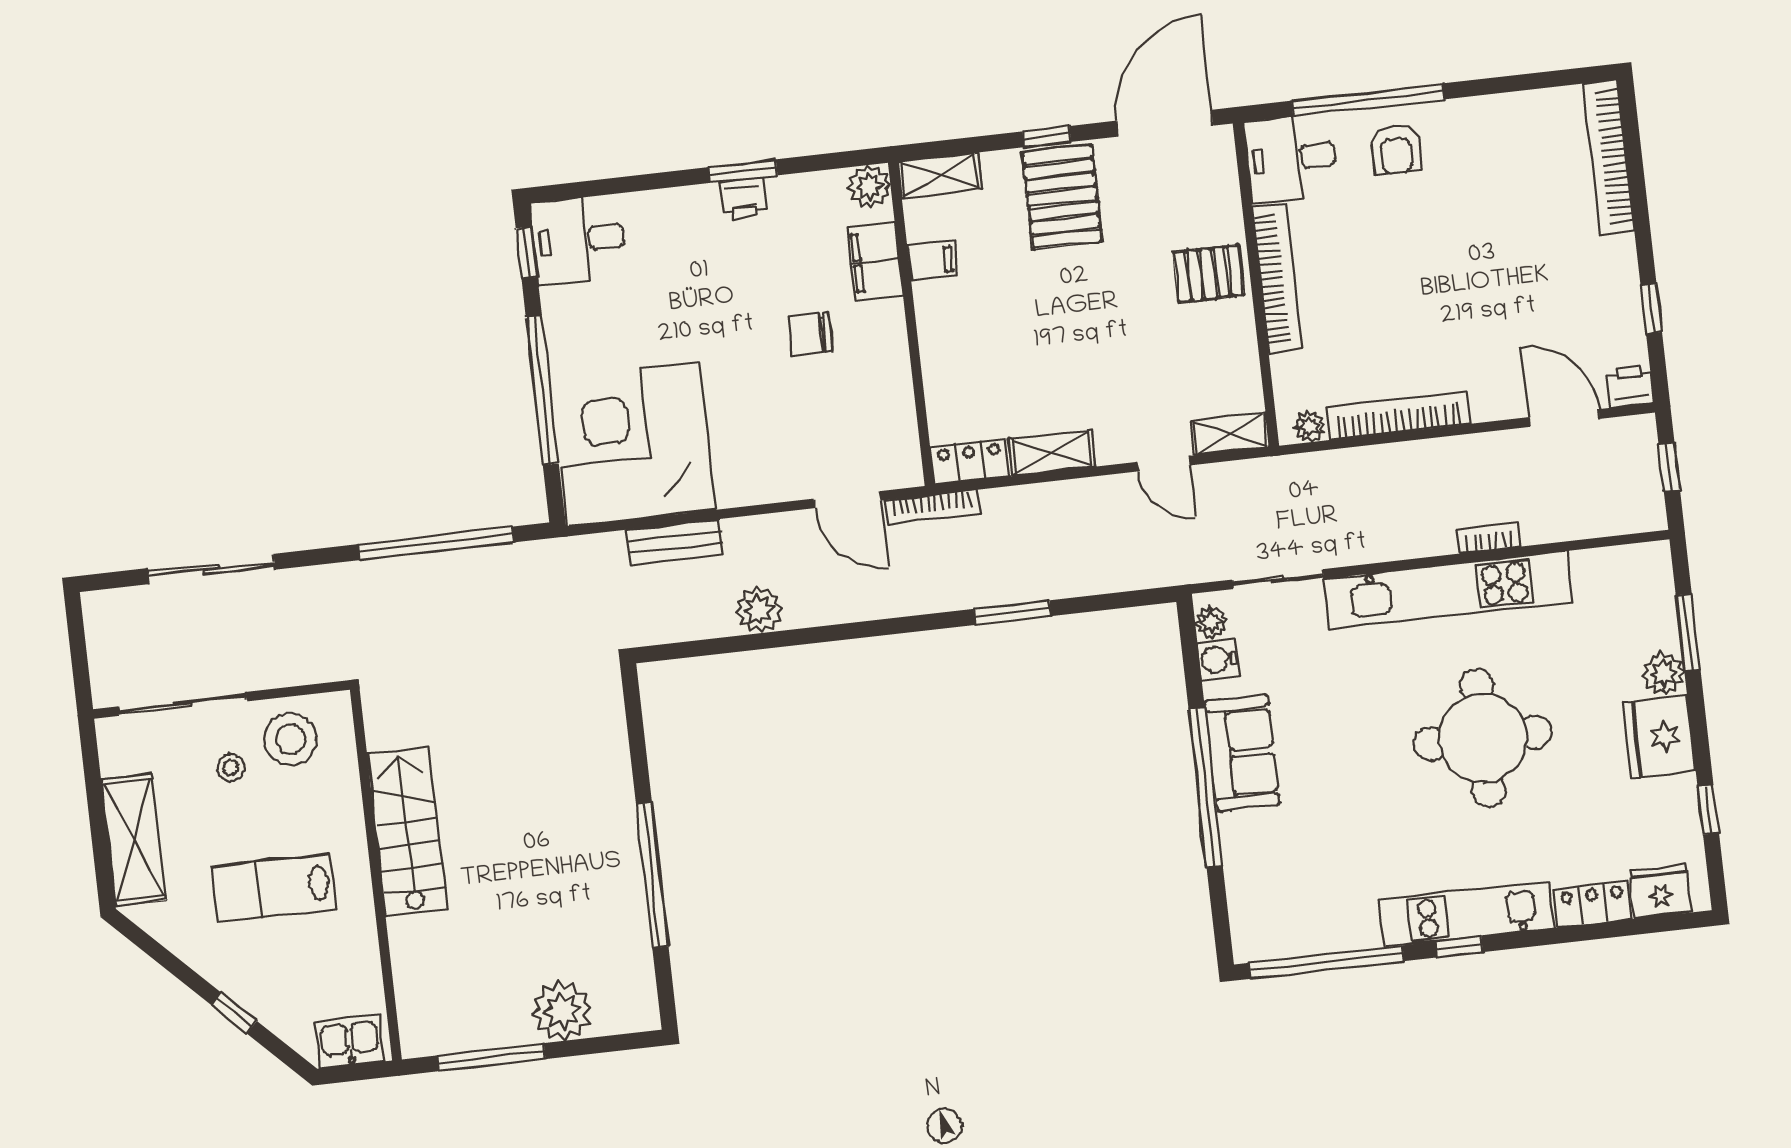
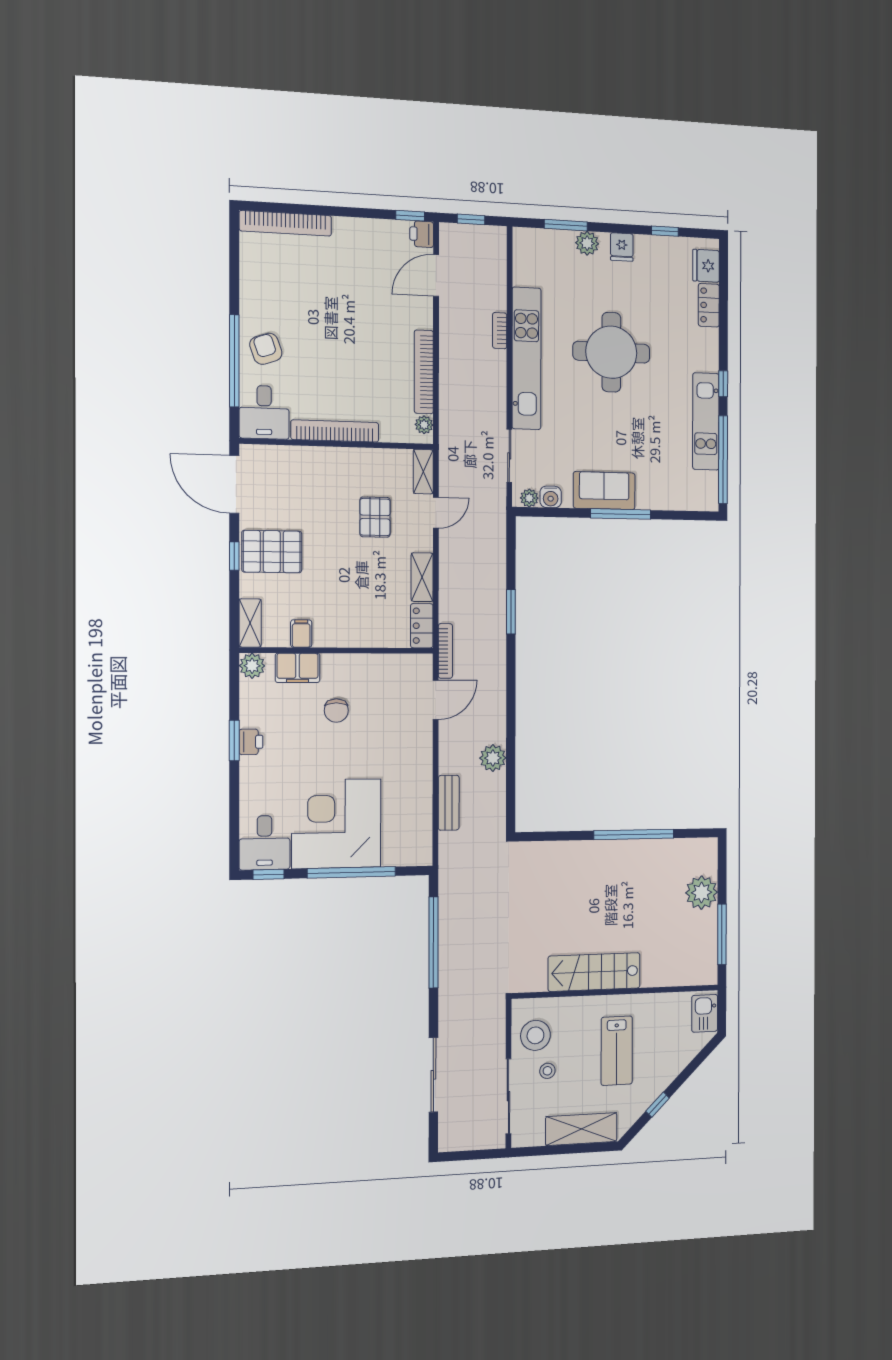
armchair: (1396, 149) -> (266, 349), turned -109
pallet: (1208, 274) -> (375, 517), moved
window: (1651, 308) -> (410, 216), moved
corner desk: (633, 444) -> (336, 824), moved, turned 90
fridge: (1659, 737) -> (622, 247), width x0.53, depth x0.75
window: (1206, 787) -> (621, 514), width x0.68
kitchen unit: (1467, 914) -> (706, 421), moved
window: (234, 1013) -> (658, 1105), moved

